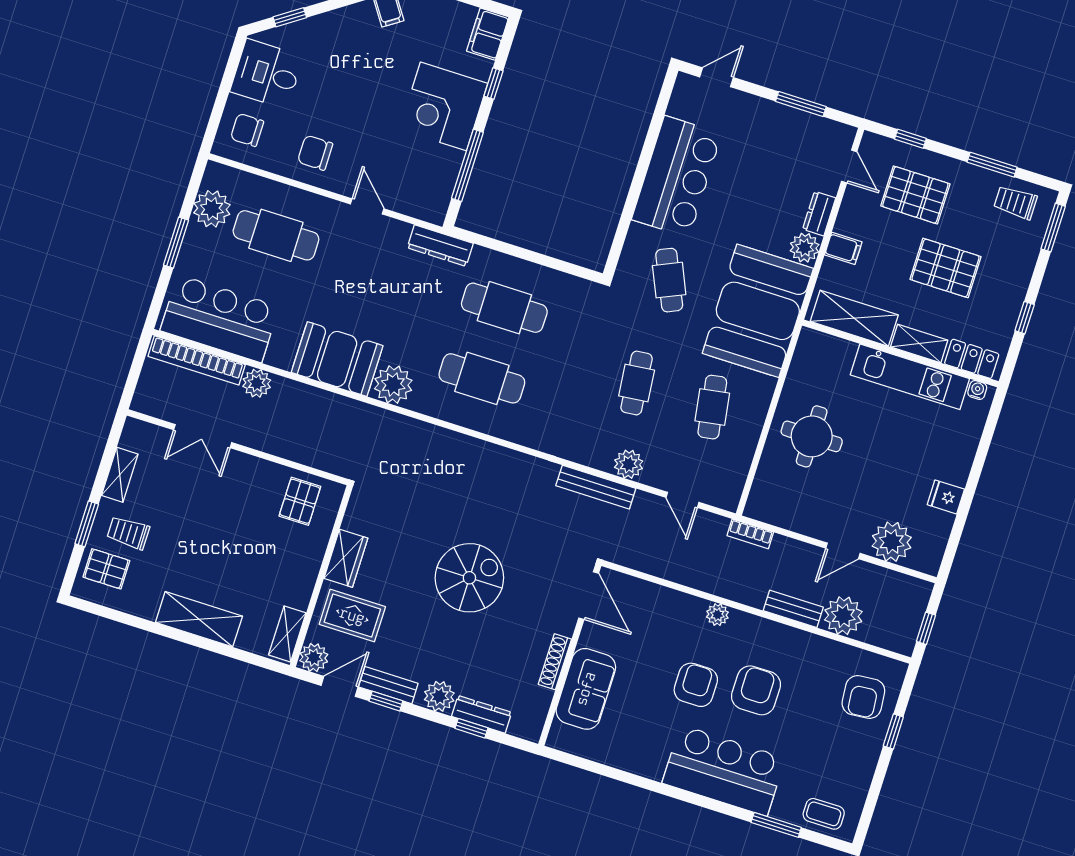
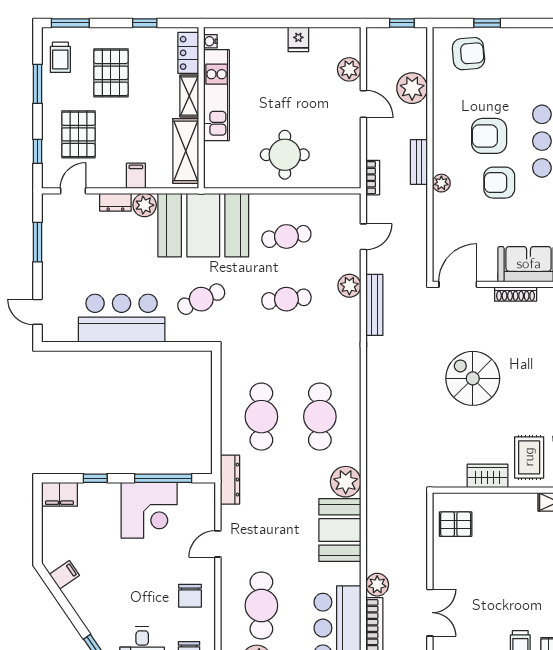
corner desk: (444, 106) -> (149, 510), moved
pallet: (945, 268) -> (111, 73), moved
plant: (892, 542) -> (349, 69), width x0.73, depth x0.73
bench: (793, 609) -> (419, 162), moved

